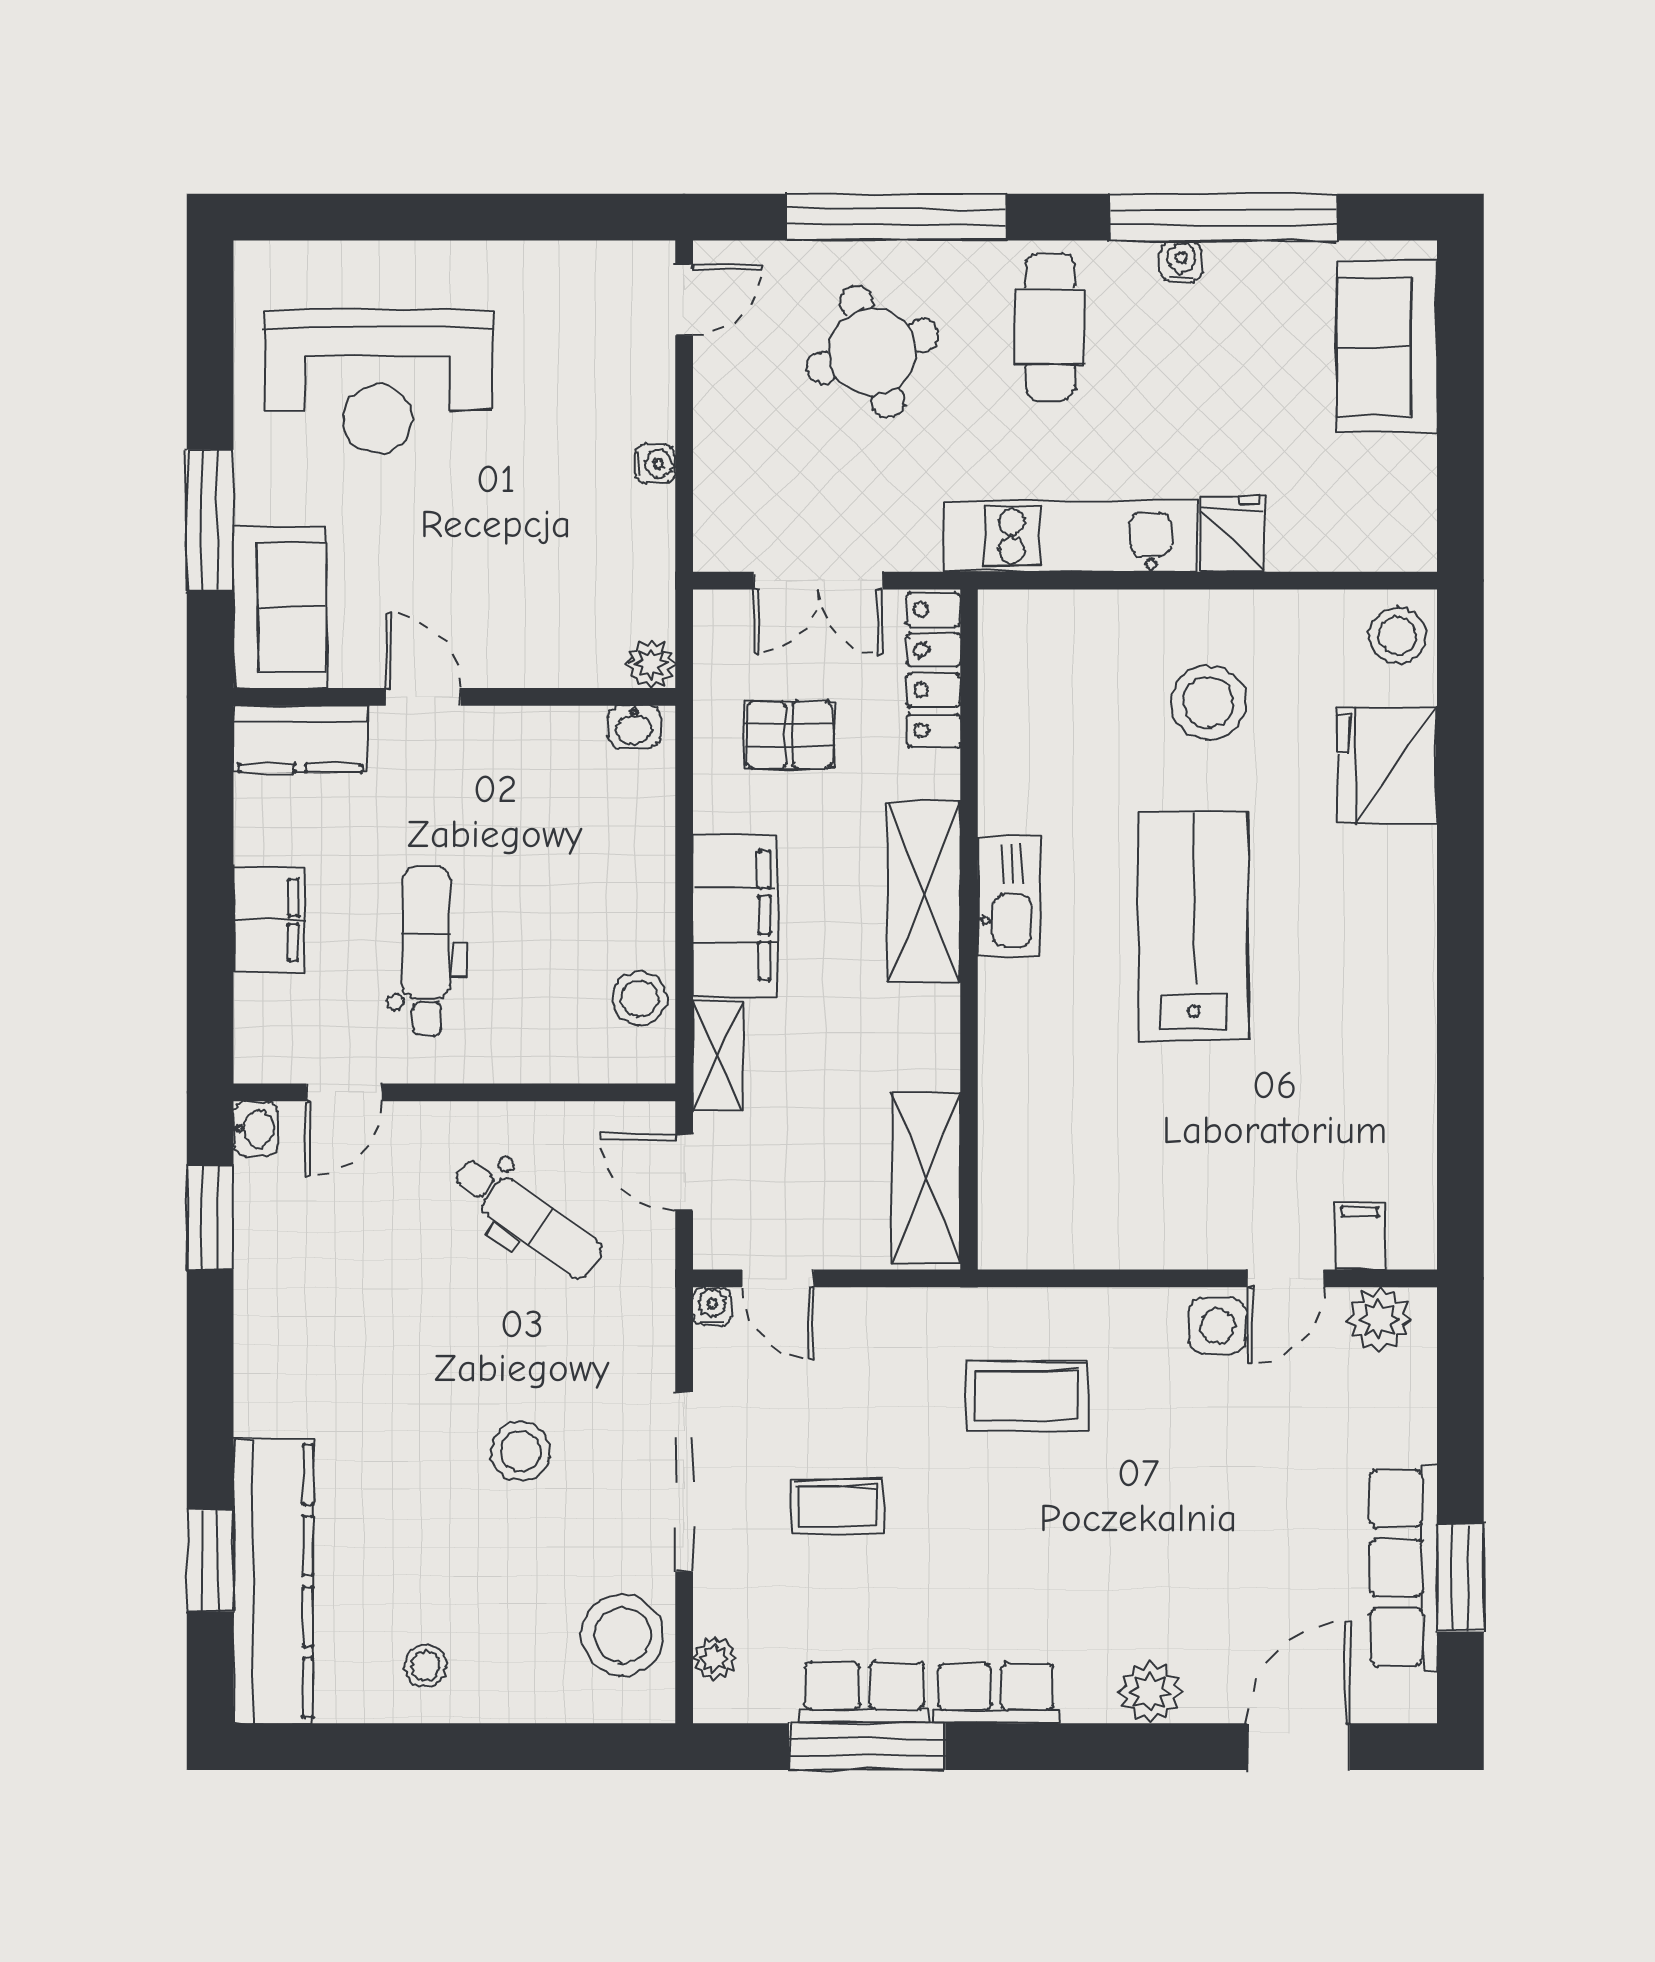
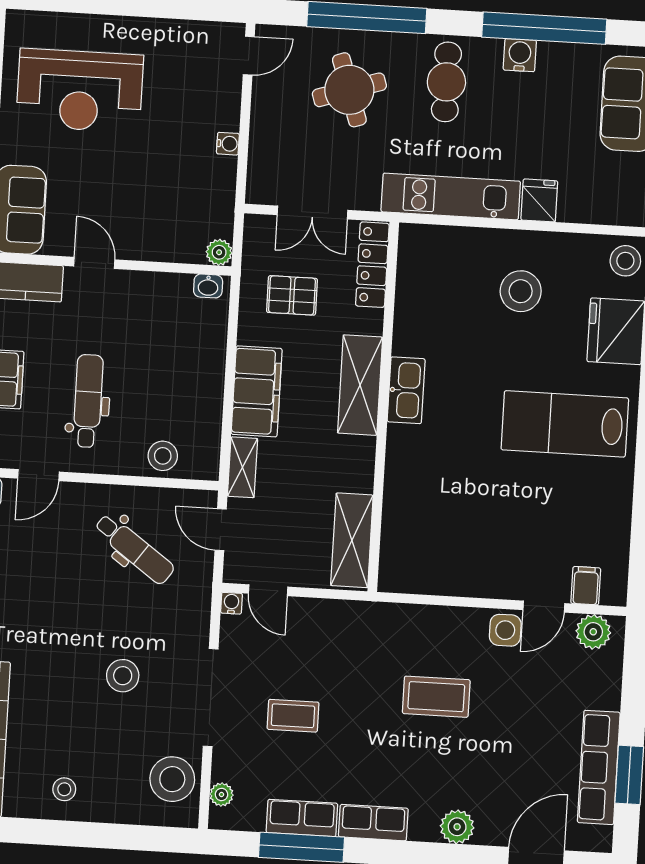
water cooler: (1181, 261) -> (520, 55), width x1.38, depth x1.38
lab bench: (1194, 926) -> (565, 424), moved, turned -90
stool: (640, 998) -> (163, 456), moved
coffee table: (1027, 1396) -> (436, 697), moved

